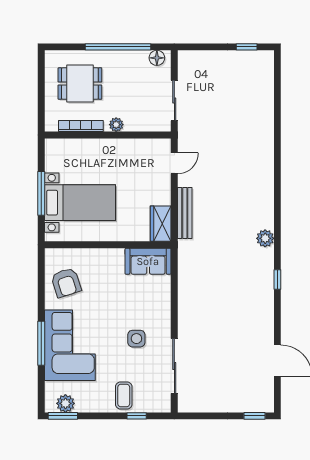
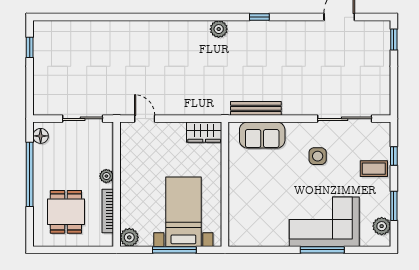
plant: (54, 148) -> (129, 237), added
bench: (185, 213) -> (256, 108), moved
sofa: (148, 261) -> (262, 135), moved, turned 90
armchair: (66, 283) -> (262, 226), removed
window: (63, 416) -> (394, 206), moved

